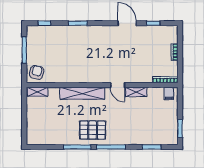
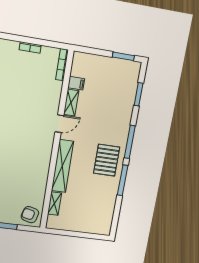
shelving: (38, 92) -> (54, 204), moved
filing cabinet: (169, 94) -> (76, 83), moved

